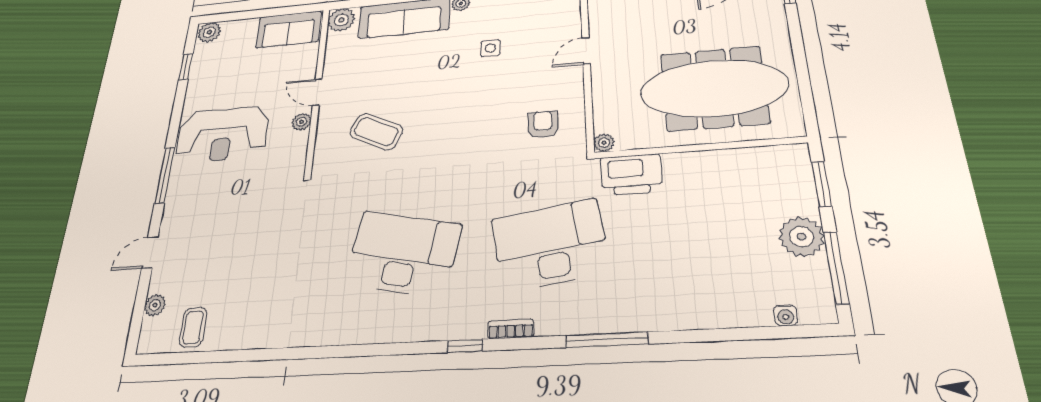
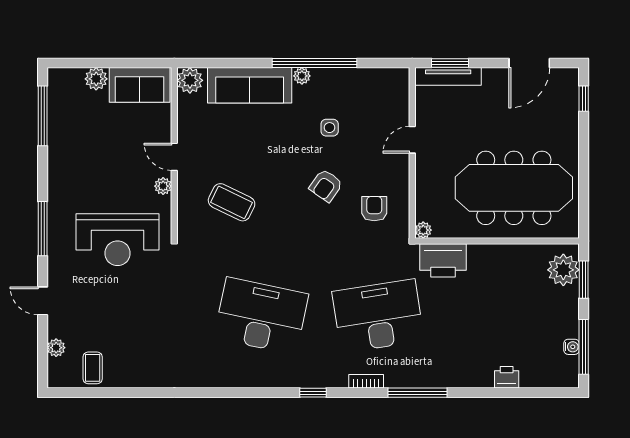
plant: (209, 32) -> (96, 79), moved
window: (186, 67) -> (43, 116), width x2.17
armchair: (485, 105) -> (326, 186), added
reception desk: (222, 134) -> (118, 240), moved
plant: (801, 237) -> (563, 270), moved
door: (150, 252) -> (43, 301), hinge flipped
printer: (731, 313) -> (507, 377), added
water cooler: (786, 315) -> (572, 347), moved, turned -90
bookcase: (511, 329) -> (366, 381), moved

